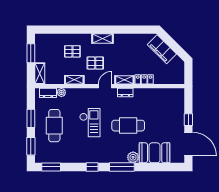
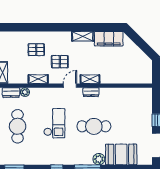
shelving: (102, 38) -> (83, 36), moved
filing cabinet: (162, 49) -> (109, 39), moved, turned -45
locker: (144, 79) -> (110, 79), removed

